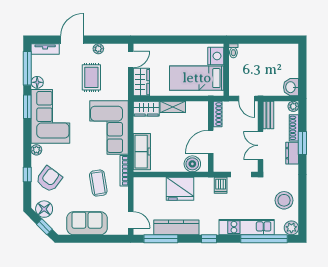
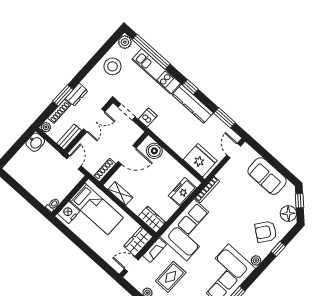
fireplace: (123, 87) -> (155, 250), added
shelving: (173, 107) -> (120, 194), moved
freezer: (142, 152) -> (182, 192), width x0.71
coffee table: (98, 183) -> (233, 197), removed
fridge: (180, 189) -> (200, 160), moved
kitchen counter: (176, 227) -> (193, 104), moved
window: (161, 239) -> (225, 118), width x0.69

